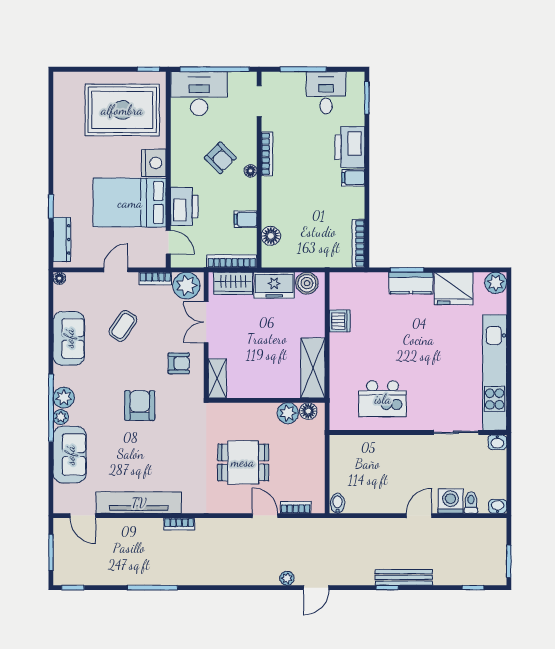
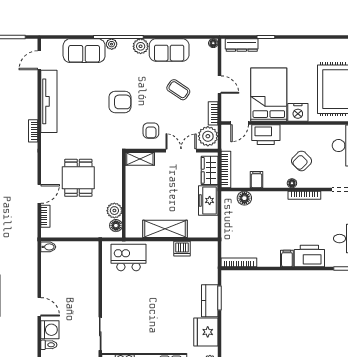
boiler: (307, 283) -> (210, 225), removed
shelving: (313, 368) -> (165, 229), moved
plant: (64, 398) -> (141, 46), moved
kitchen island: (383, 399) -> (129, 258), moved, turned 90

